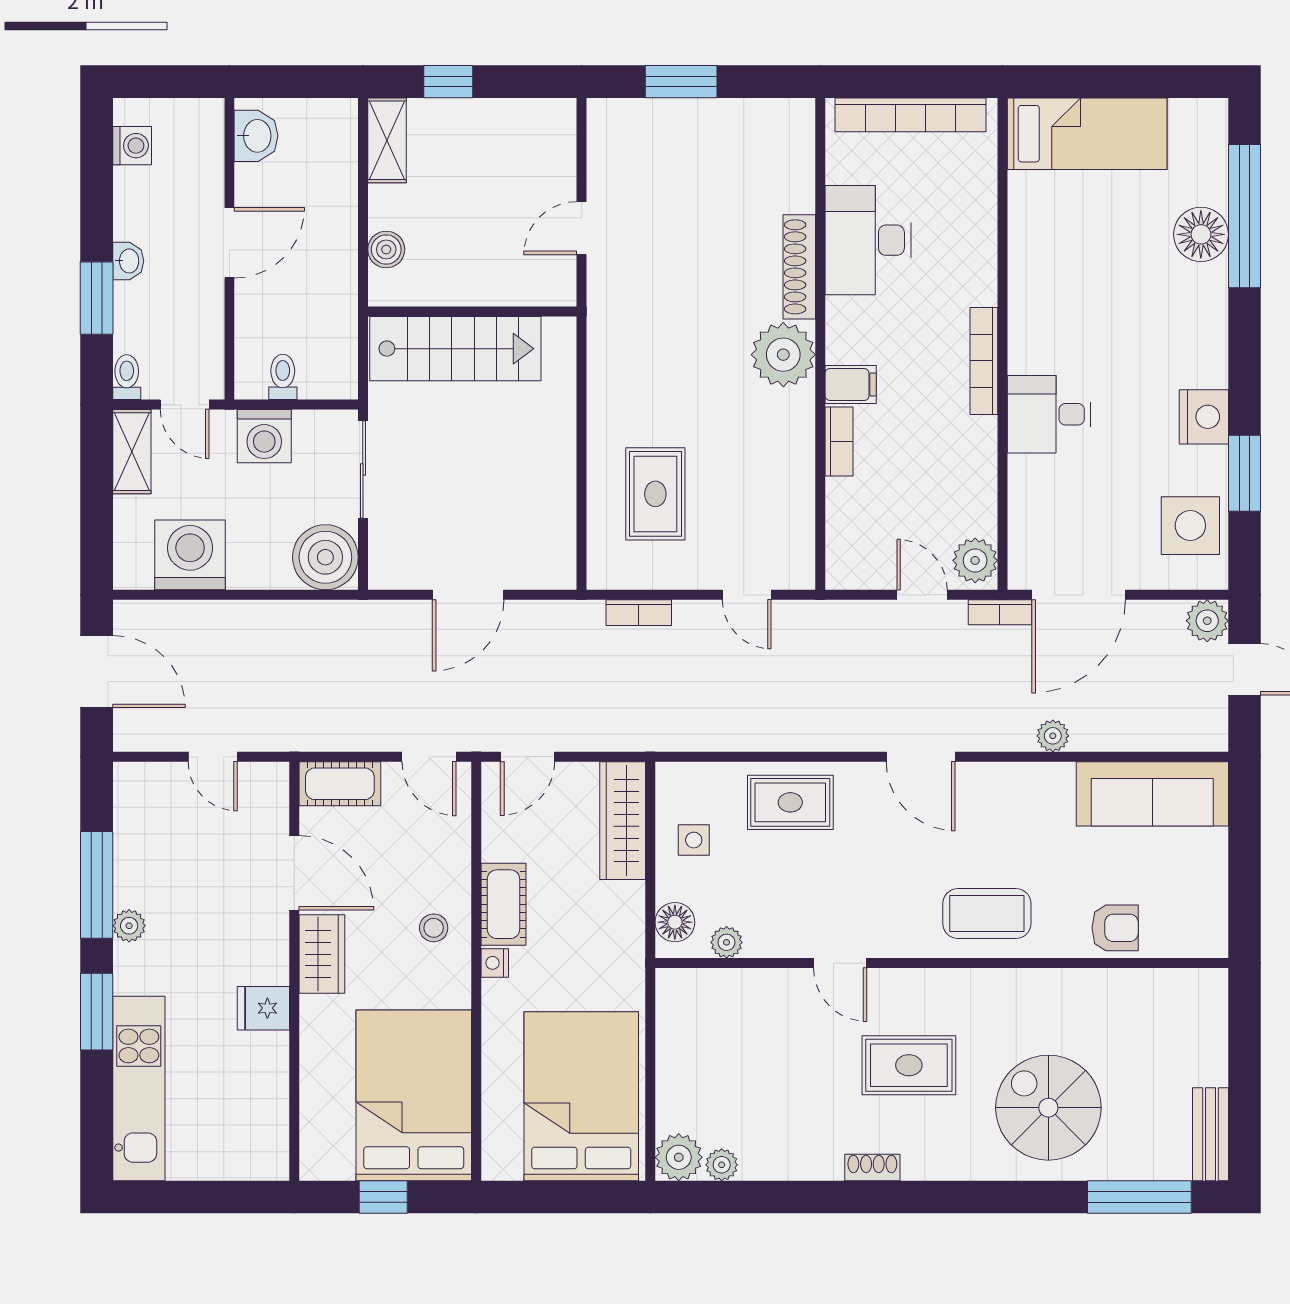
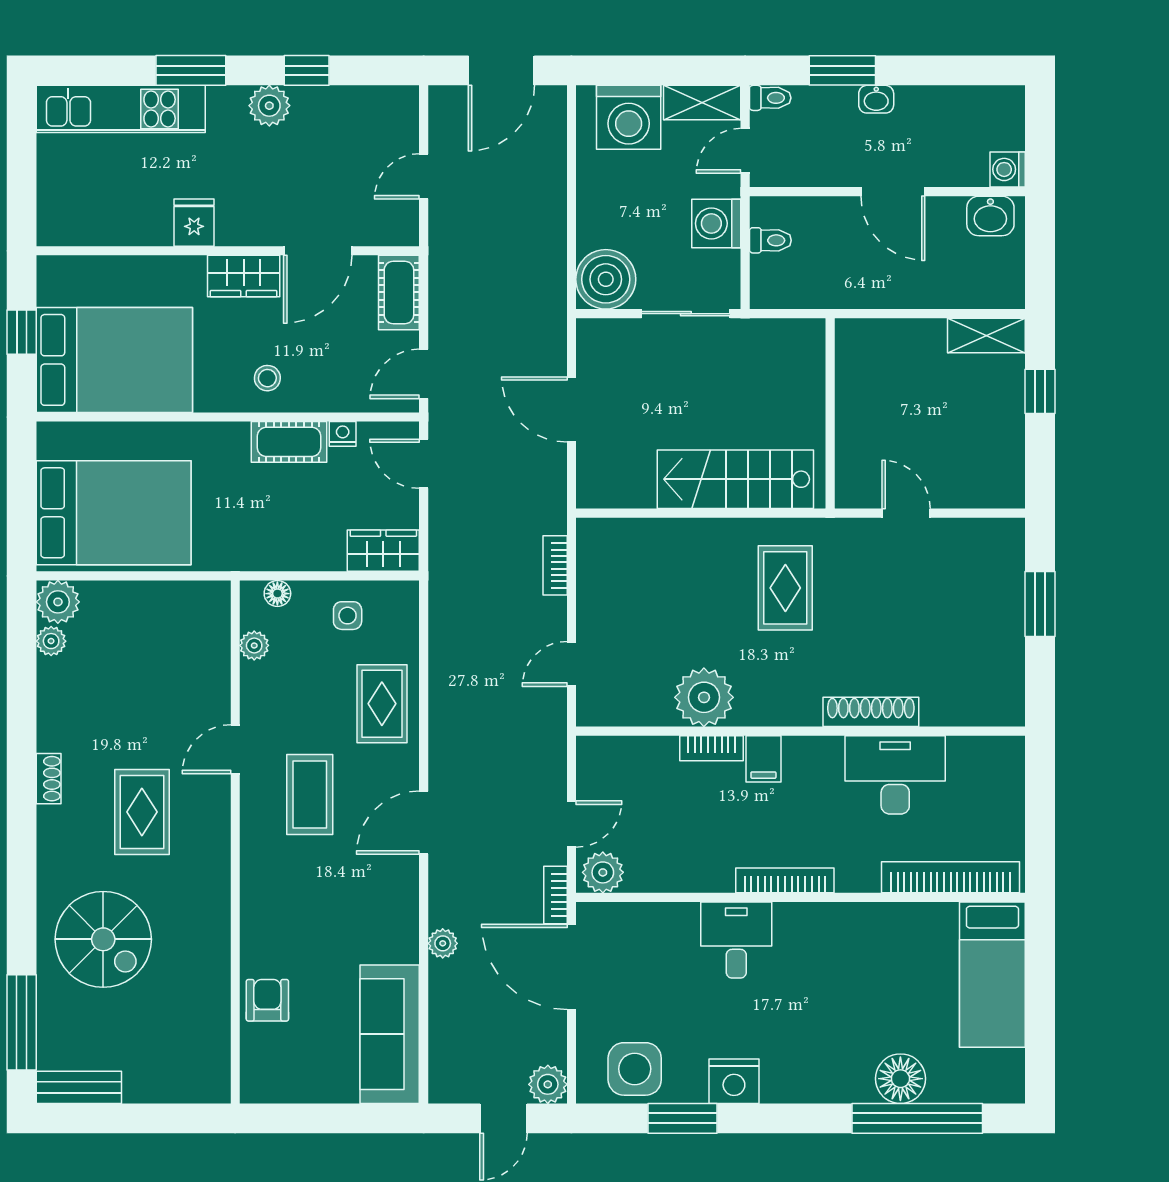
bookcase: (911, 115) -> (951, 877), moved, turned 90
washing machine: (132, 146) -> (1008, 169), moved, turned 90
boiler: (386, 249) -> (887, 335), removed
stairs: (455, 349) -> (735, 479), moved, turned 90
plant: (783, 355) -> (704, 697), moved
rug: (655, 494) -> (785, 588), moved, turned 90
washing machine: (190, 555) -> (629, 117), moved, turned 90
wardrobe: (623, 821) -> (383, 551), width x0.67
window: (97, 885) -> (307, 70), width x0.46
coffee table: (987, 914) -> (310, 794), moved
floor lamp: (675, 922) -> (277, 594), width x0.73, depth x0.73
plant: (129, 926) -> (269, 106), width x1.38, depth x1.38
armchair: (1115, 928) -> (267, 1000), turned 180
nightstand: (495, 963) -> (343, 434), moved
spiral stairs: (1048, 1108) -> (103, 939), turned 90

